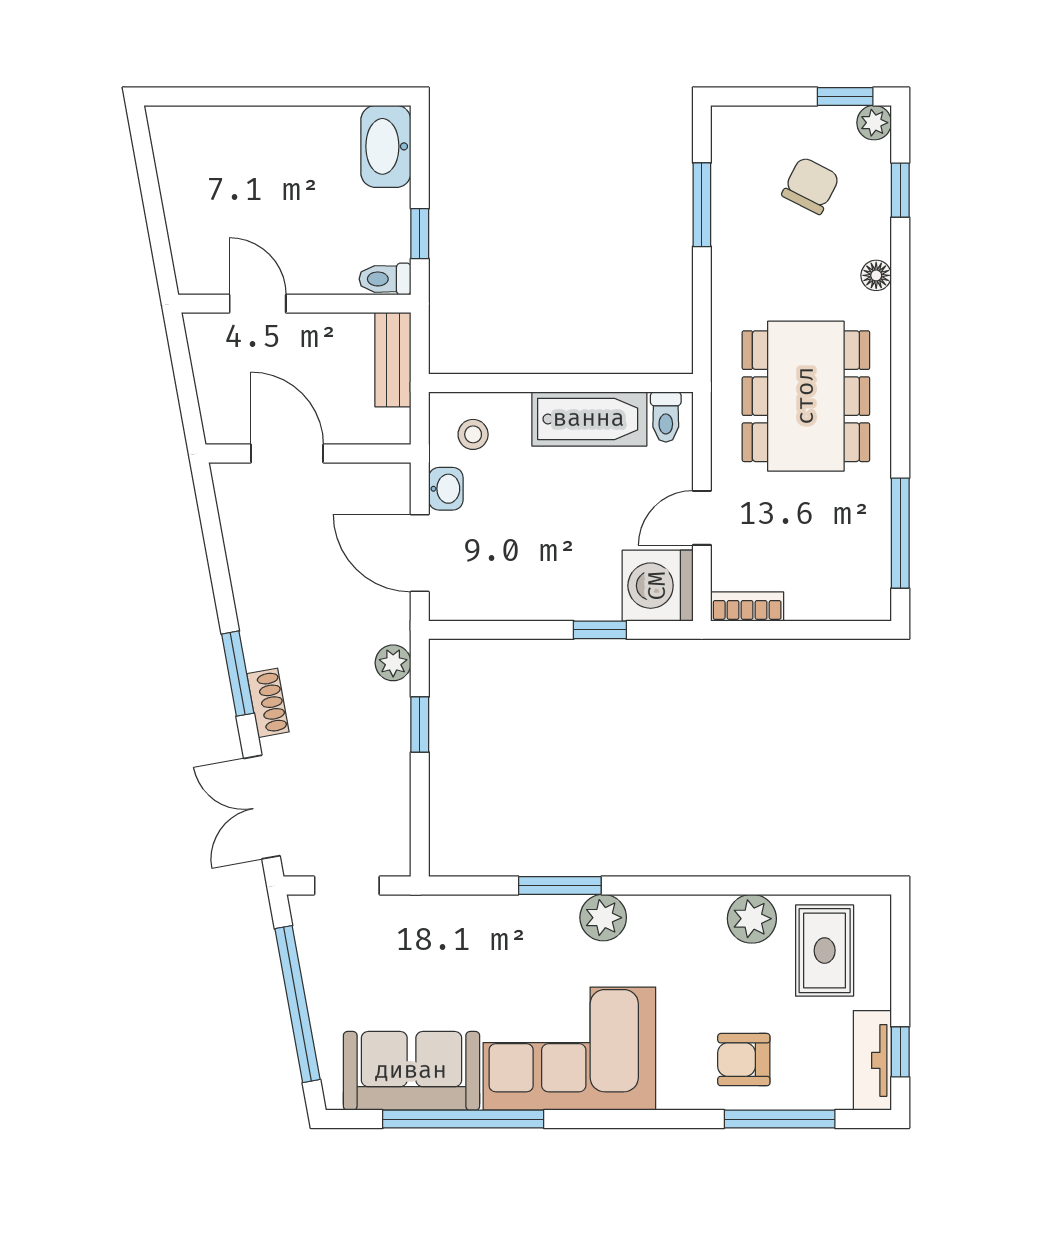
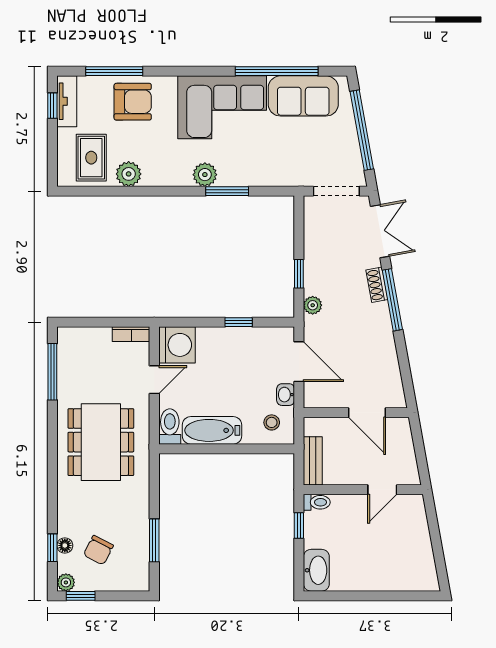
floor lamp: (876, 275) -> (65, 545), moved
door: (258, 304) -> (382, 490), hinge flipped
toilet: (666, 417) -> (170, 426), width x1.37, depth x1.39
window: (600, 630) -> (239, 322), moved
window: (238, 674) -> (392, 300), width x1.44
doorway: (347, 885) -> (336, 191), width x1.38
armchair: (744, 1060) -> (133, 102), width x1.38, depth x1.38

